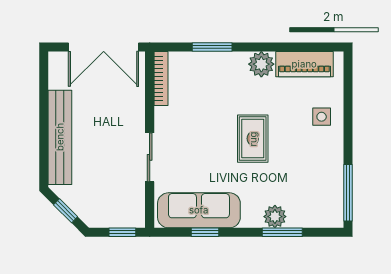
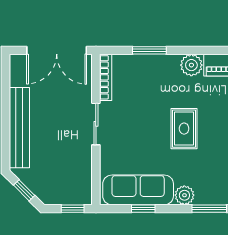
sliding door: (150, 157) -> (96, 124), moved
plant: (275, 217) -> (184, 195), moved

